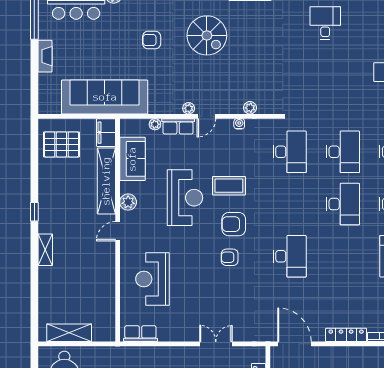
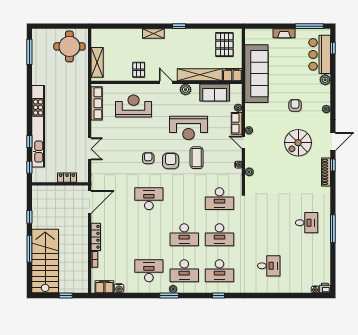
desk: (290, 256) -> (149, 199), turned 180
pallet: (99, 271) -> (139, 70), added
shelving: (69, 333) -> (97, 62), moved
row of seats: (140, 334) -> (97, 103), width x1.48

